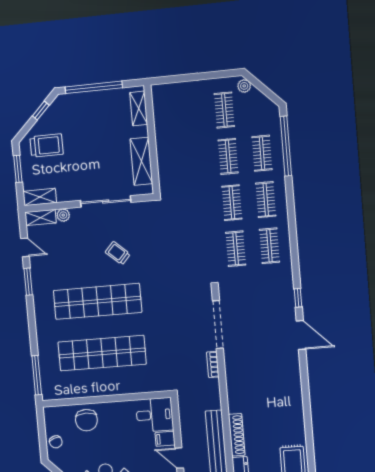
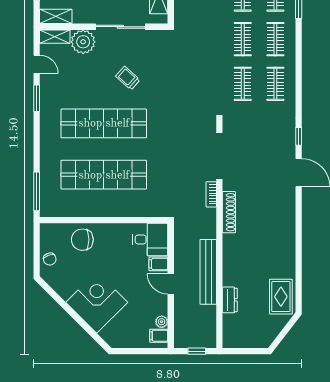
plant: (63, 215) -> (83, 42), width x1.87, depth x1.87
chair: (86, 420) -> (82, 240), turned 90
shoe rack: (237, 435) -> (229, 212), moved

